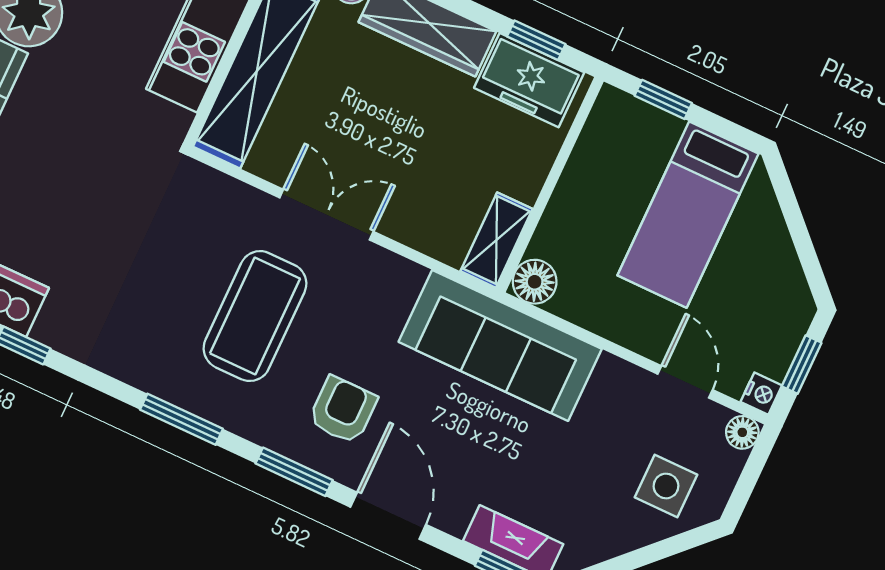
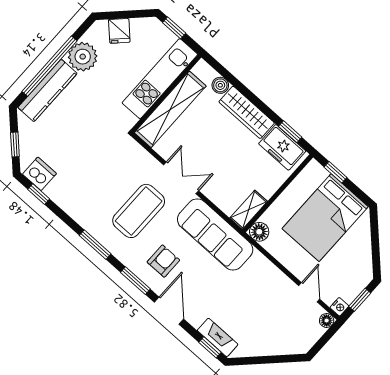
bed: (688, 215) -> (325, 218), width x1.50
sofa: (500, 345) -> (215, 234), moved
side table: (666, 486) -> (288, 333), removed

